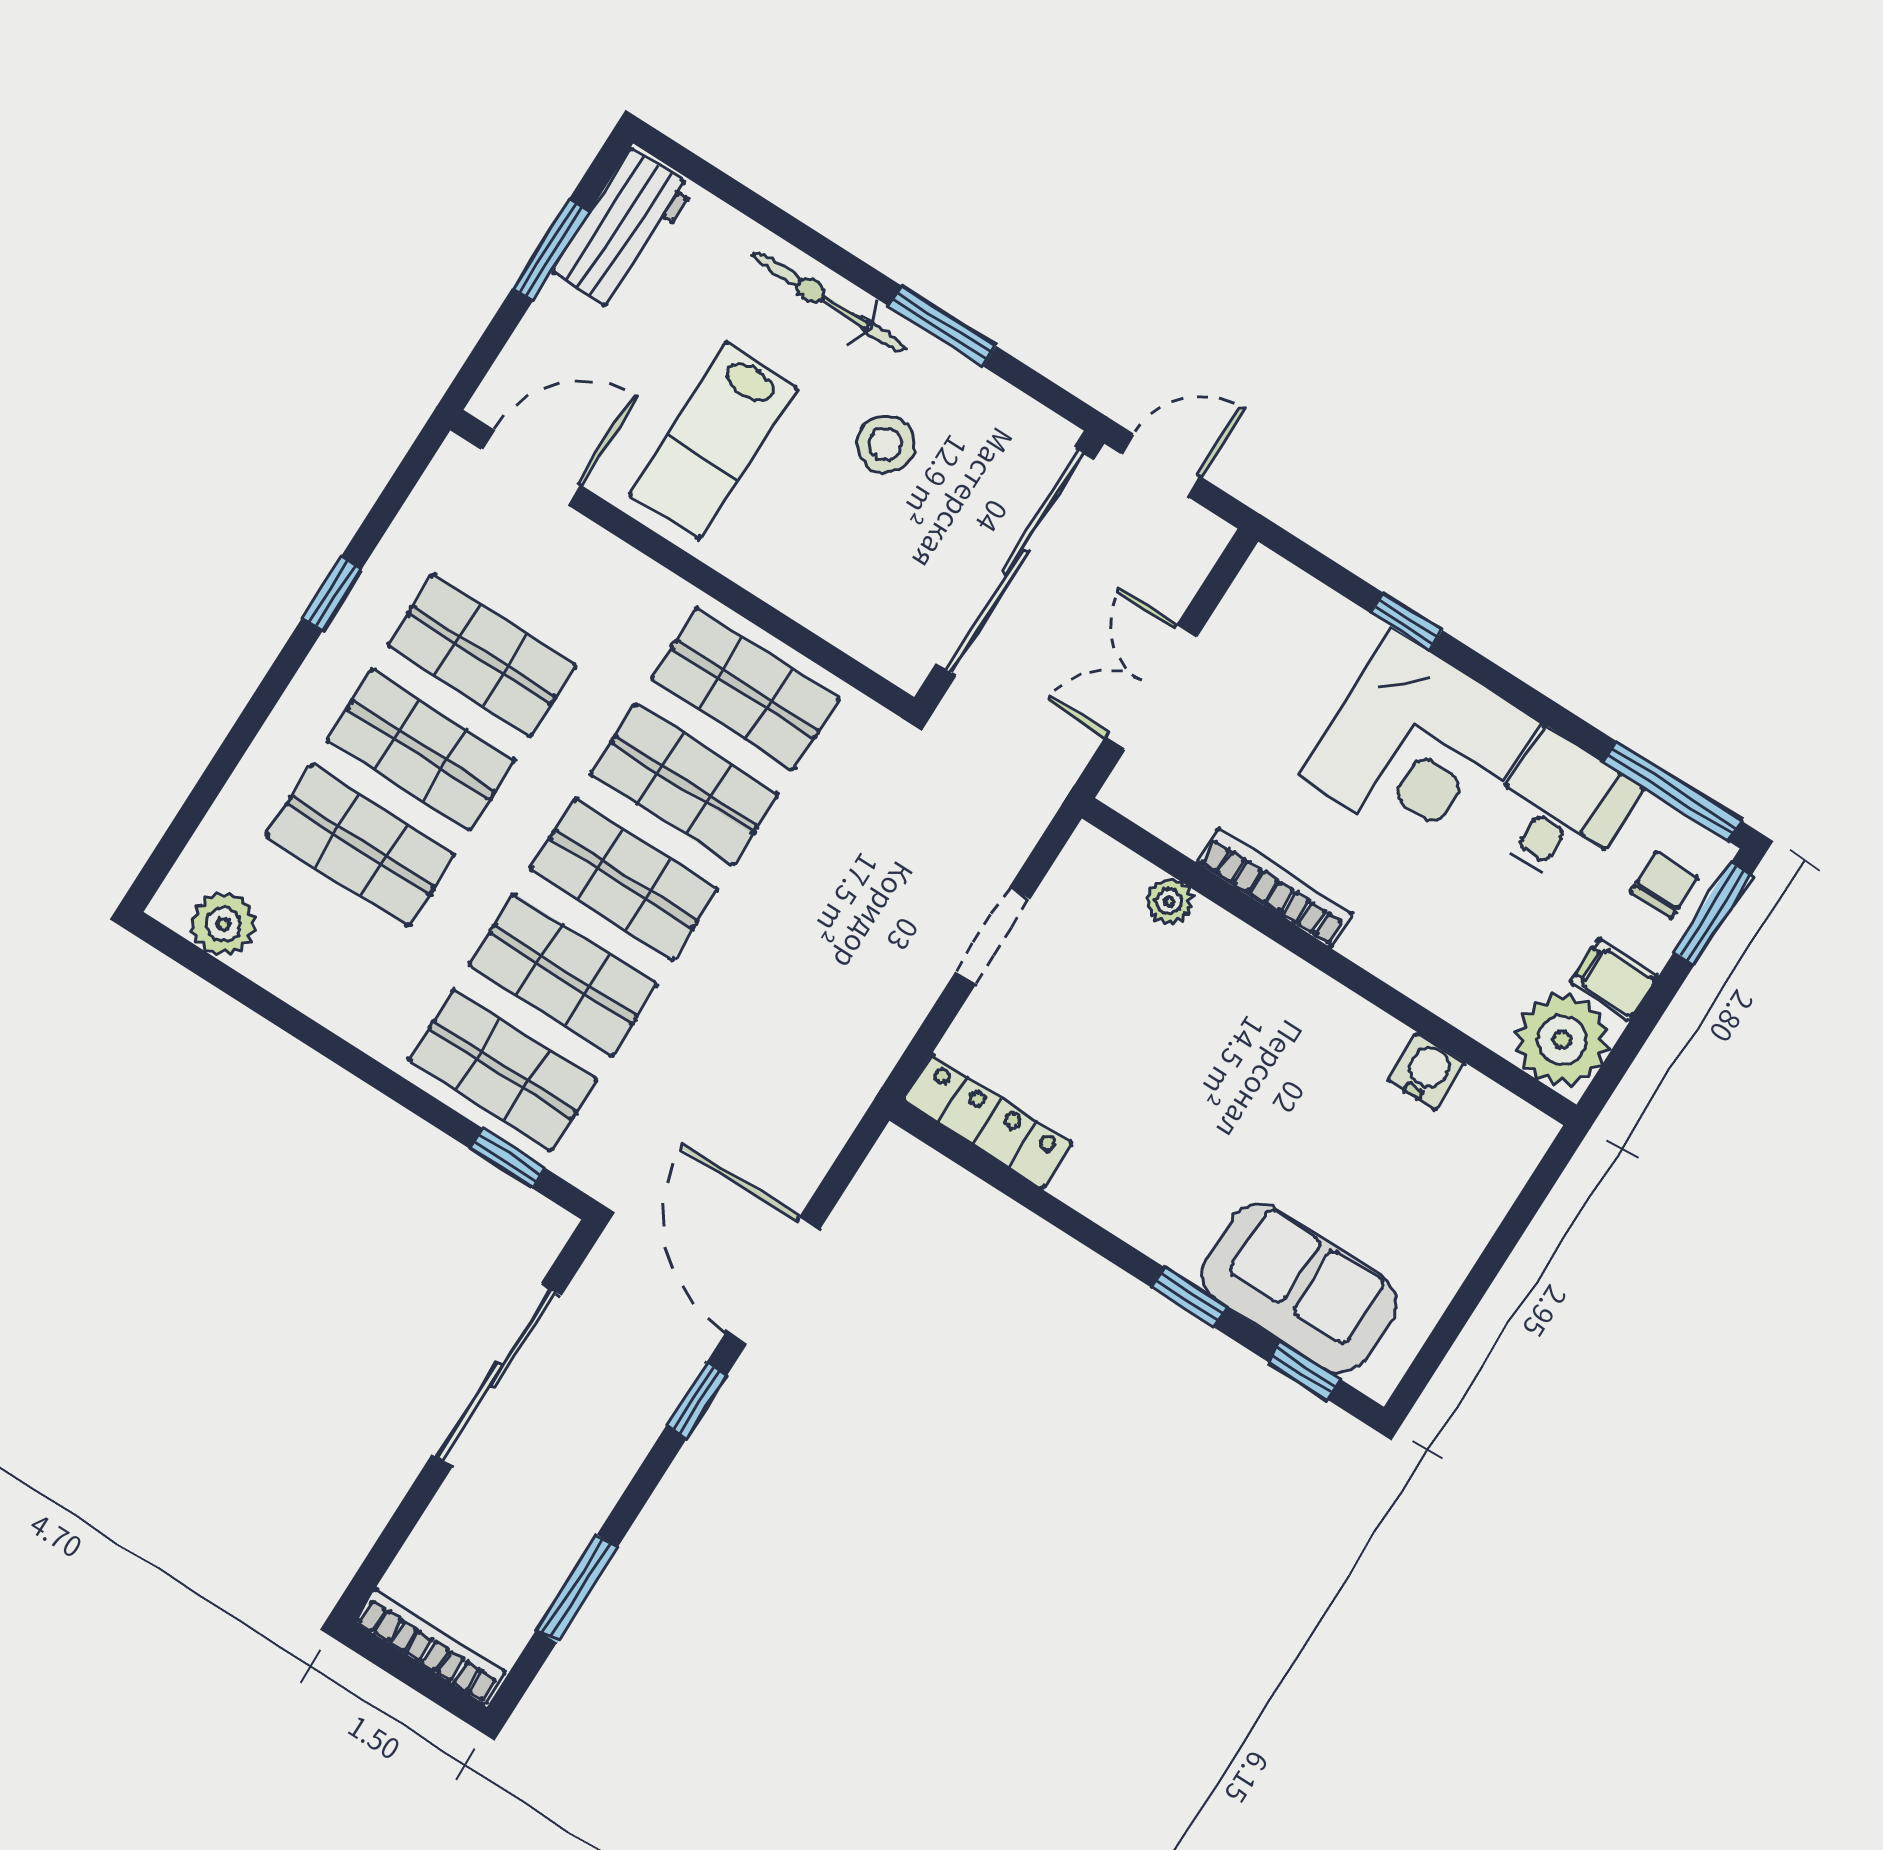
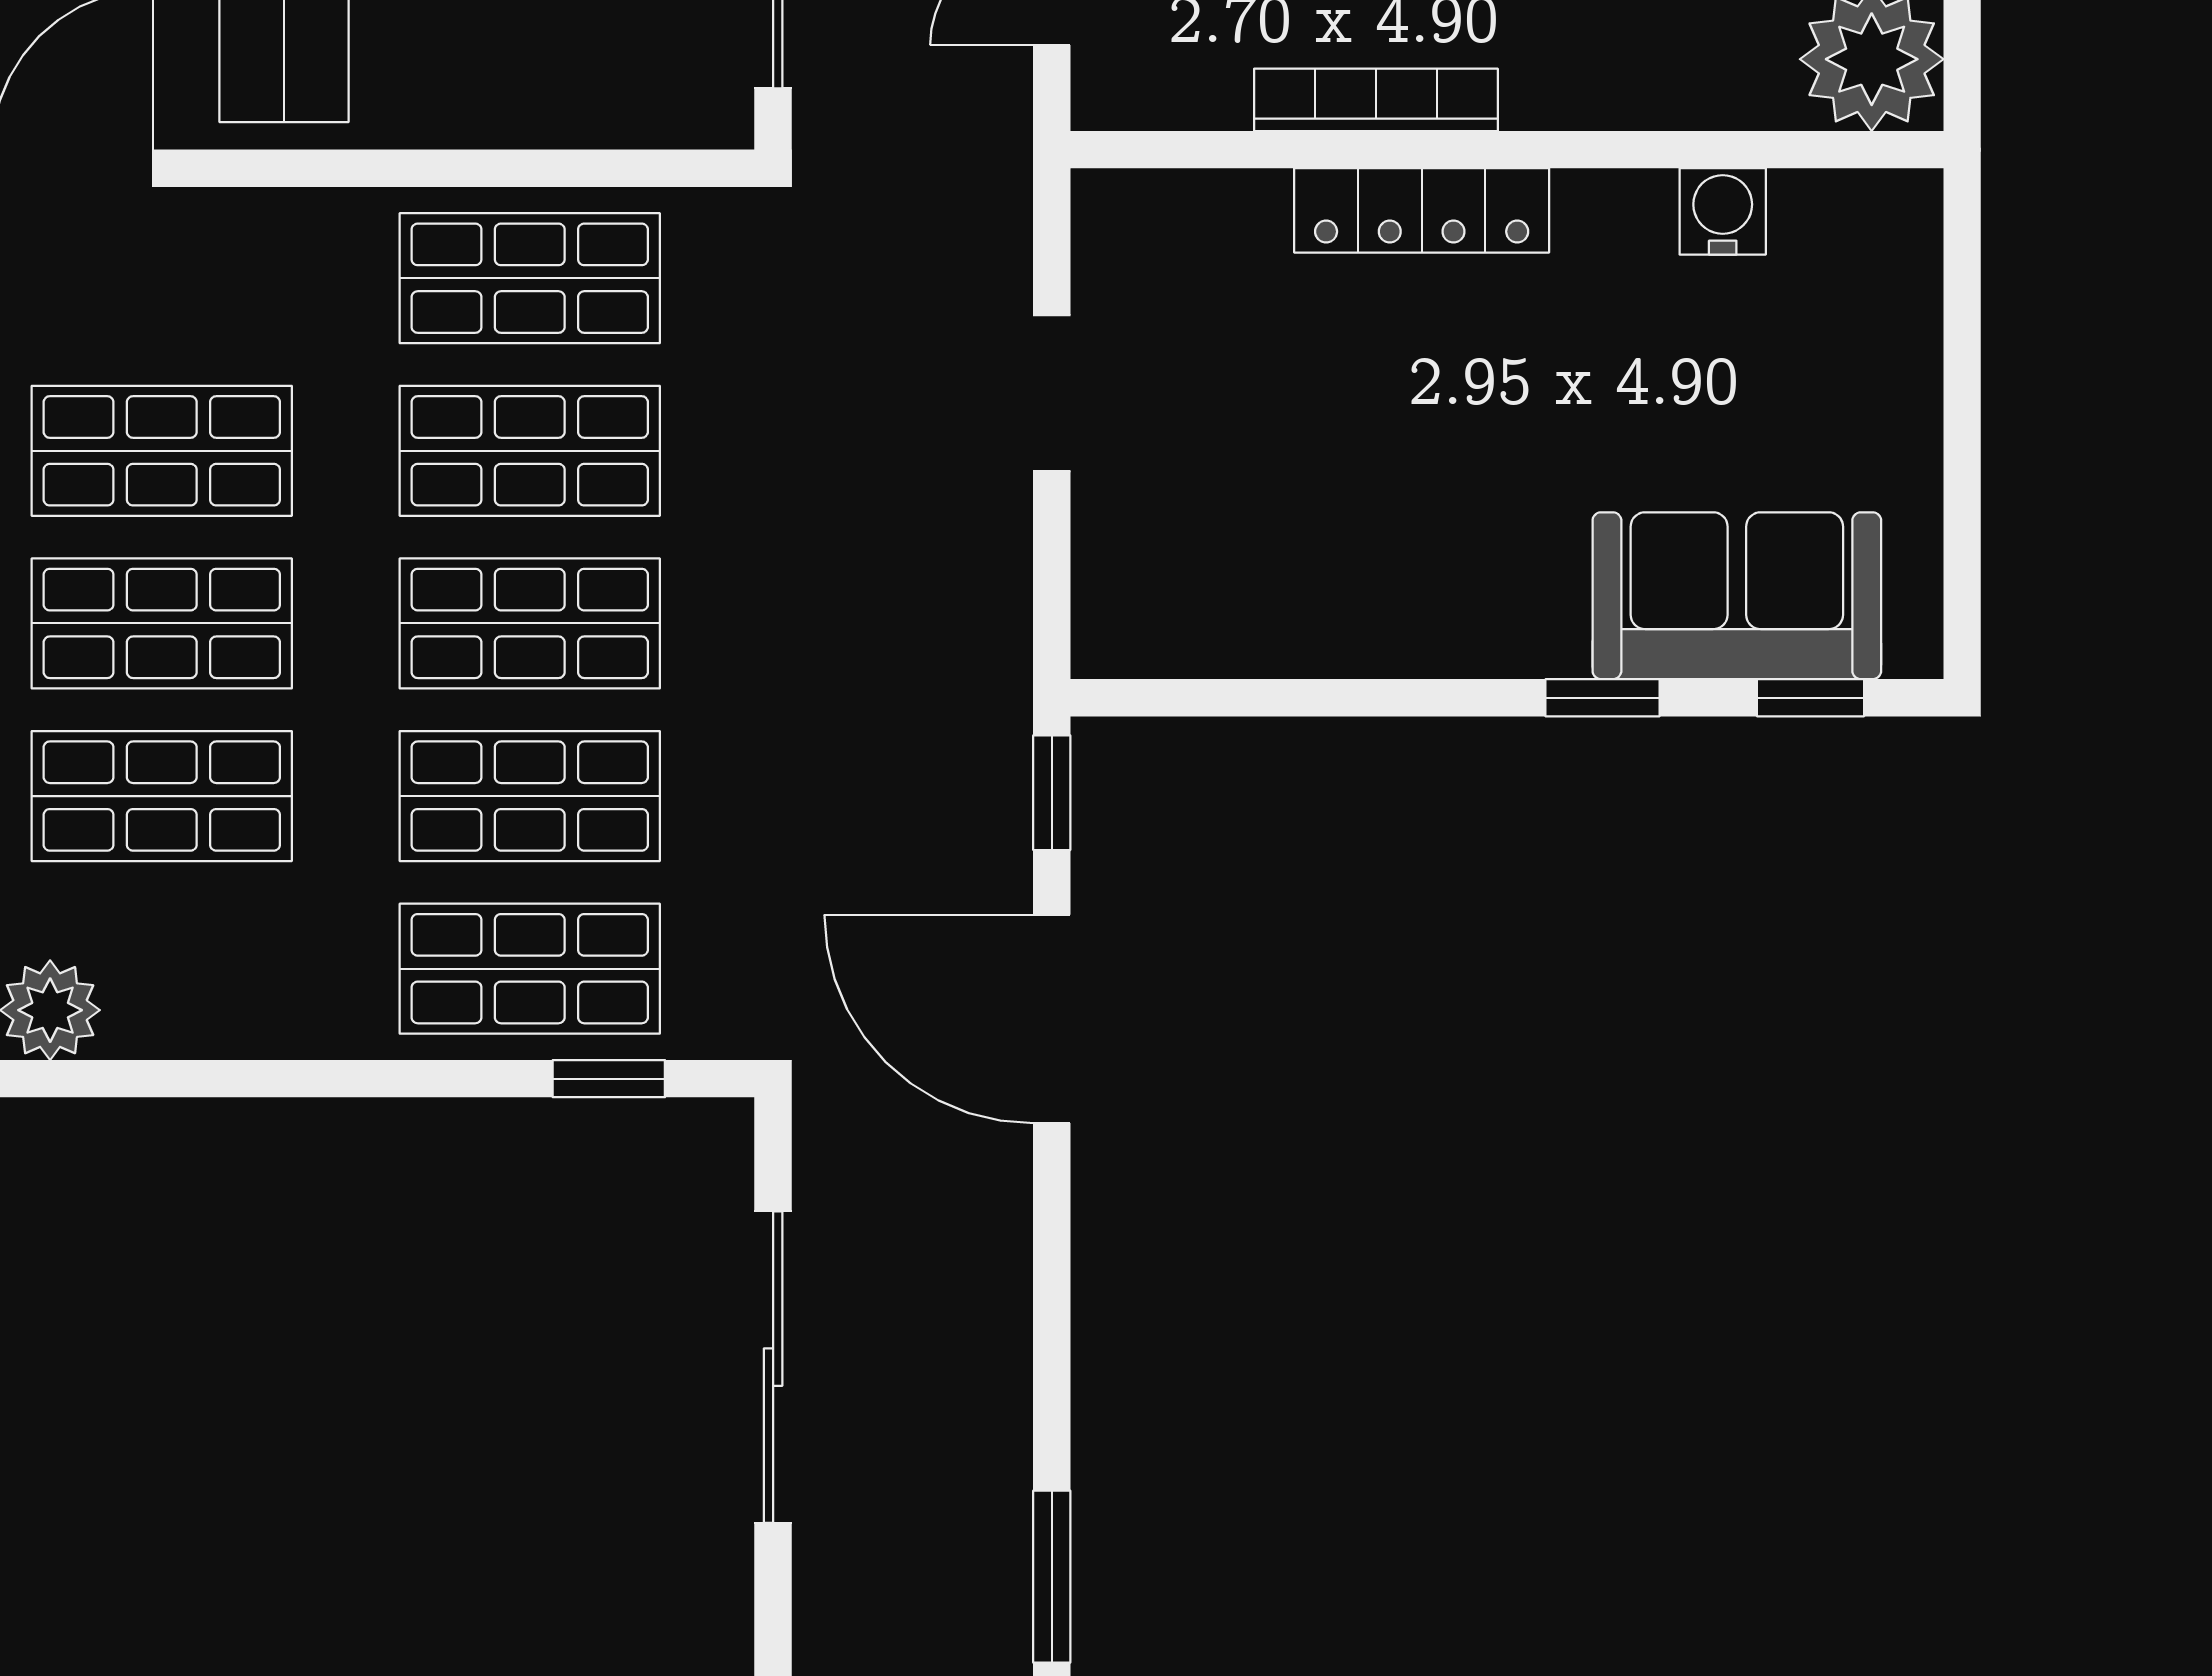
plant: (1169, 901) -> (1251, 204), removed
locker: (987, 1122) -> (1422, 210), moved, turned 180
window: (697, 1400) -> (1052, 793), moved

